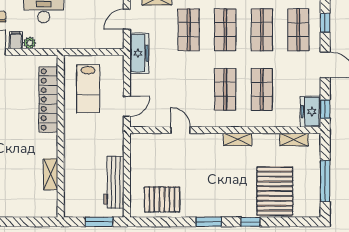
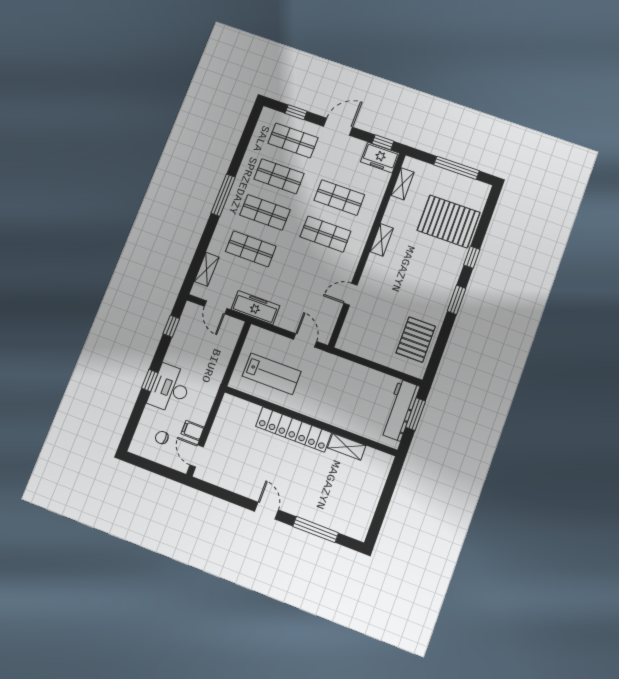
plant: (30, 43) -> (201, 417), removed
locker: (48, 99) -> (294, 429), moved
workbench: (114, 182) -> (400, 410), moved, turned 90

